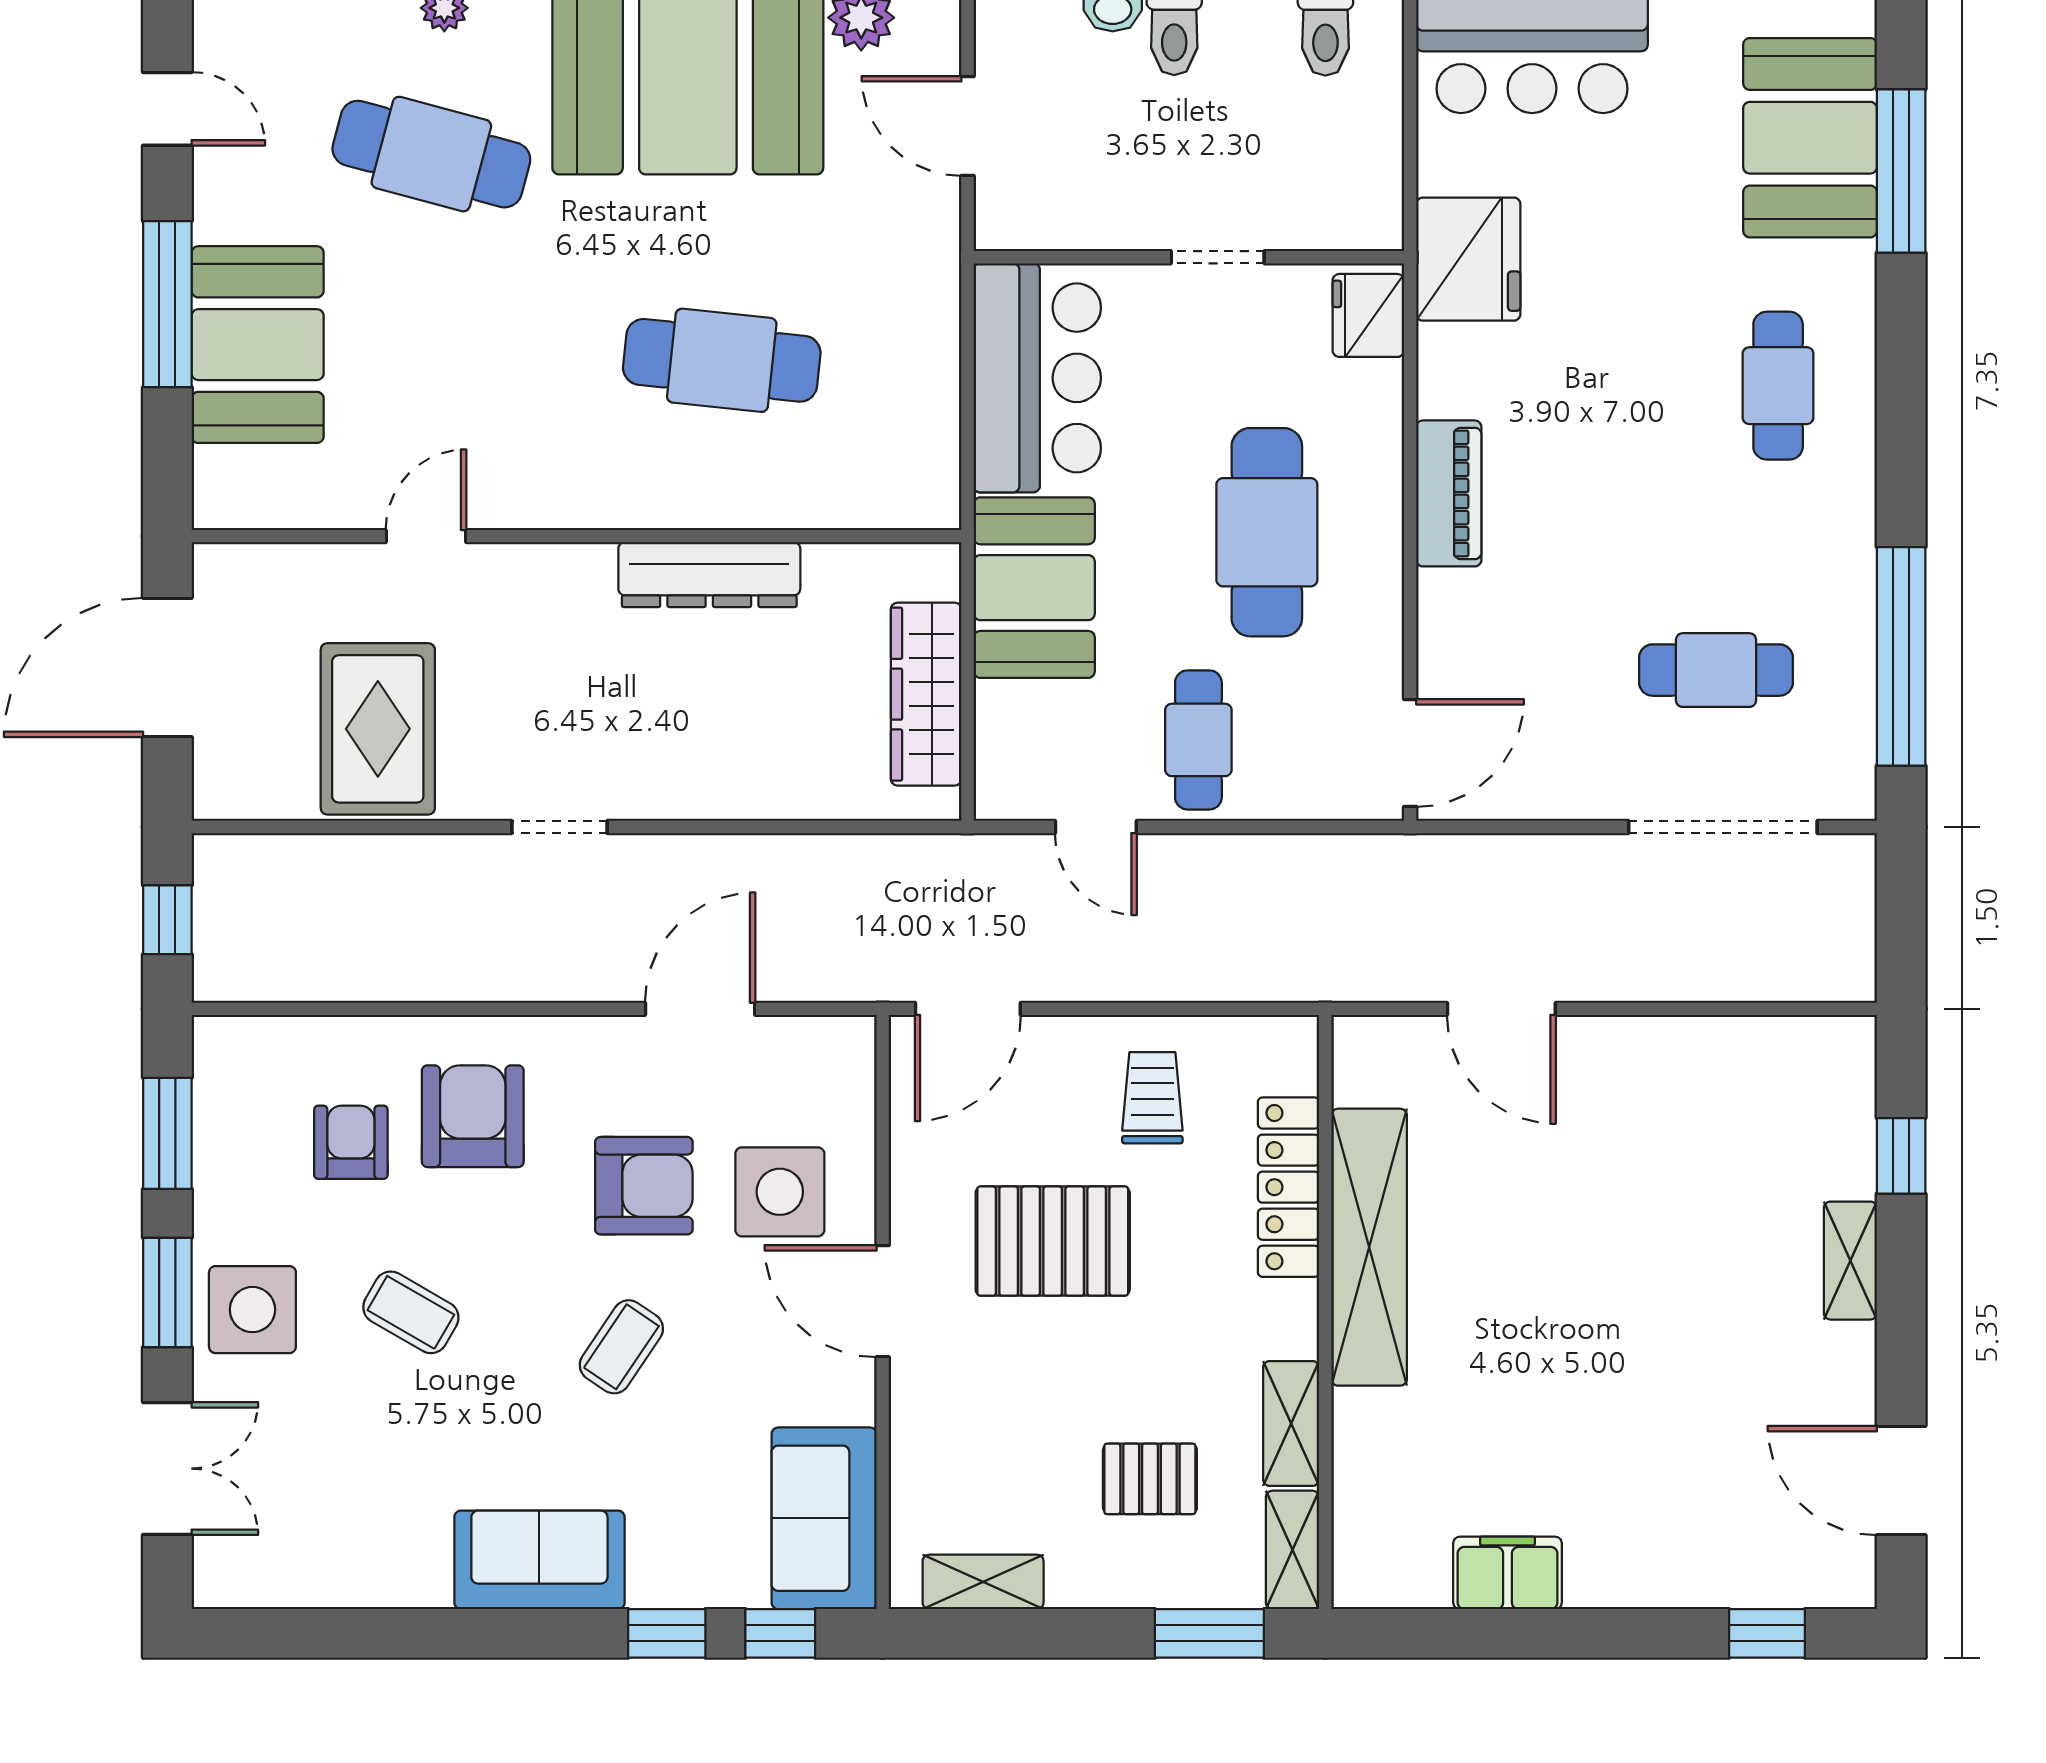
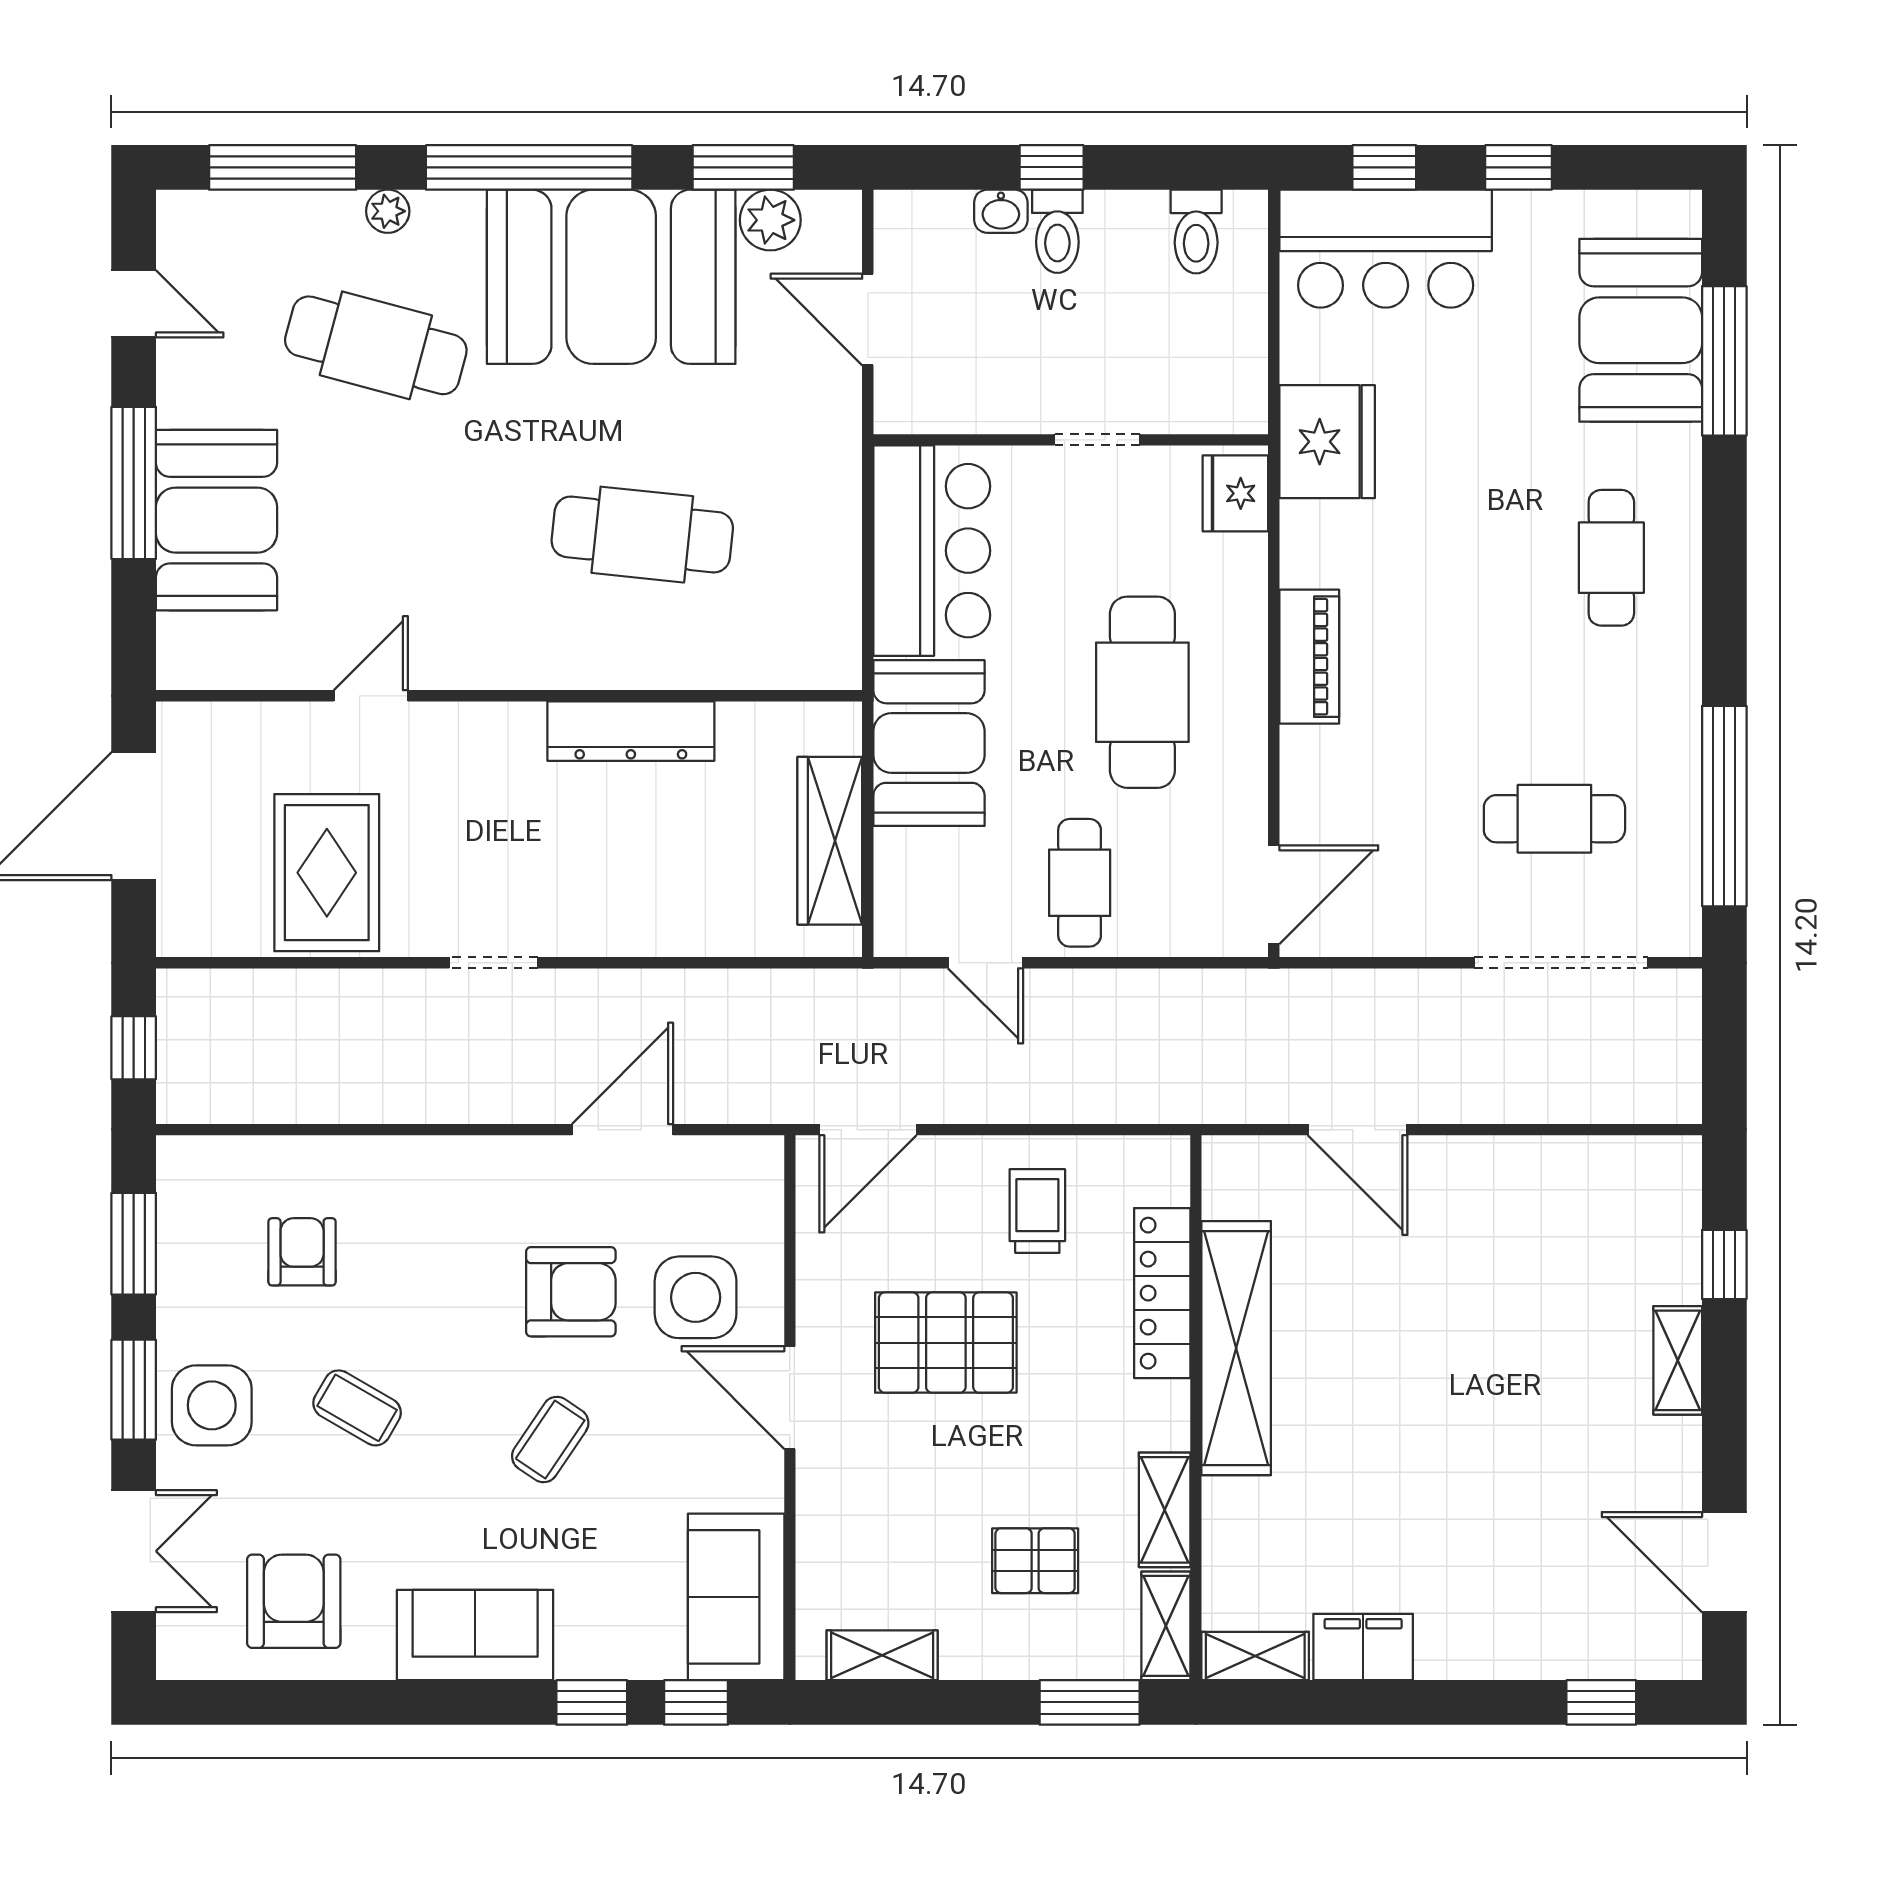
armchair: (473, 1116) -> (294, 1601), moved
shelving: (1390, 1583) -> (1255, 1656), added

